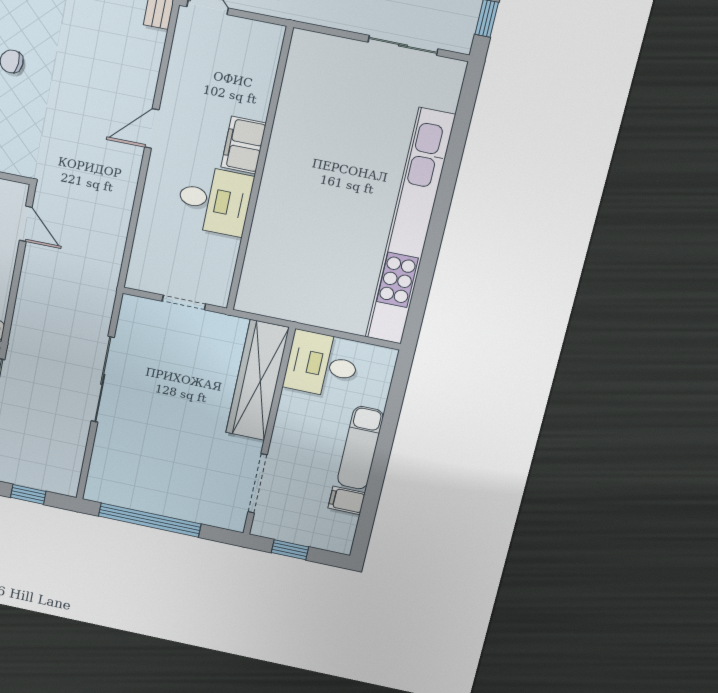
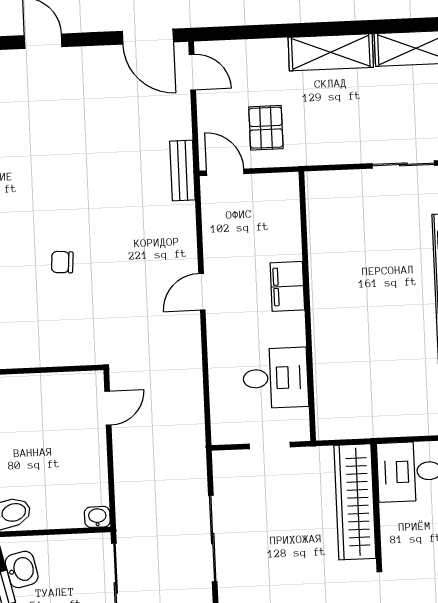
desk: (214, 200) -> (275, 378), moved
door: (26, 224) -> (108, 408), hinge flipped

